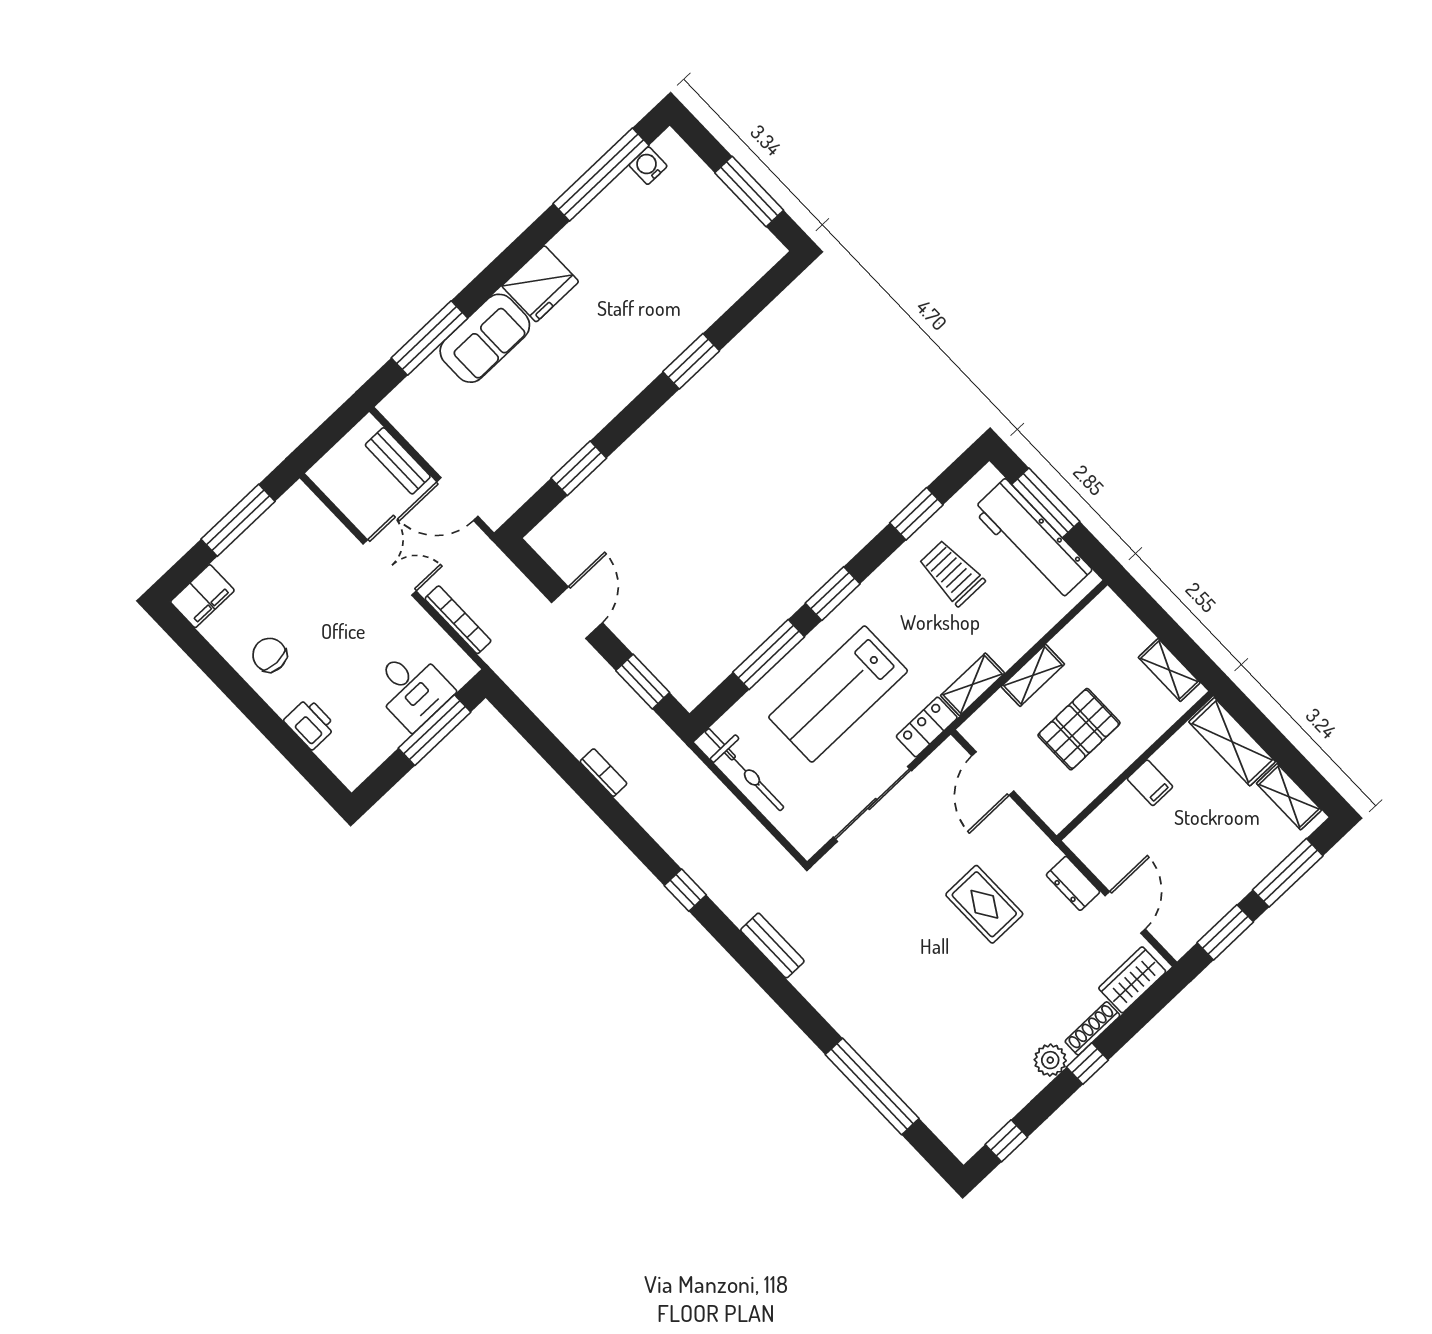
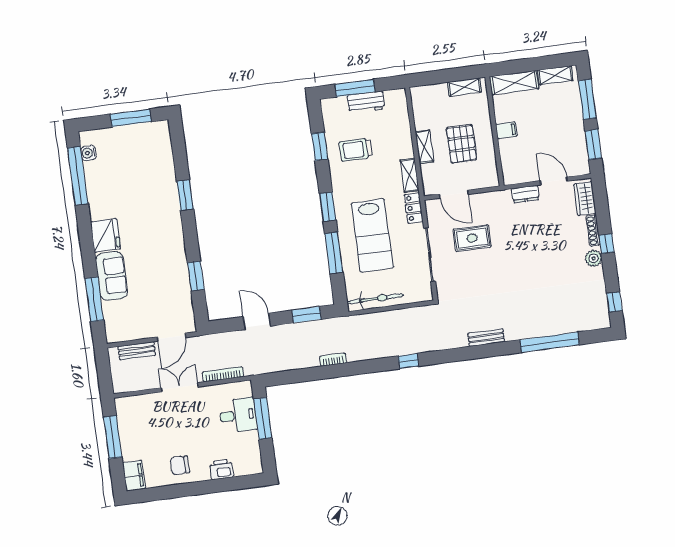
workbench: (1032, 540) -> (366, 102), width x0.53, depth x0.76
rug: (984, 904) -> (472, 238), moved
bench: (772, 946) -> (486, 338), moved

